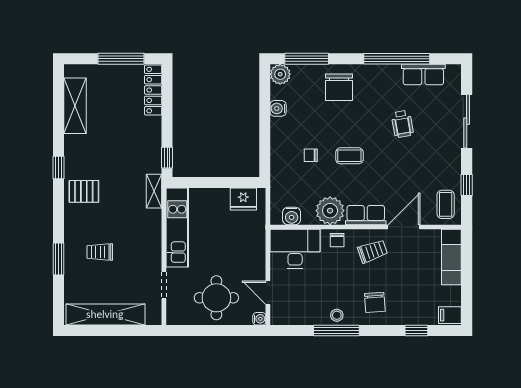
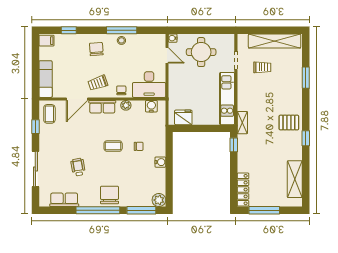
window: (397, 59) -> (98, 210), moved
chair: (339, 87) -> (109, 195), moved
water cooler: (278, 108) -> (160, 162), moved
plant: (330, 211) -> (126, 105), width x0.53, depth x0.53
trolley: (100, 252) -> (262, 67), moved

